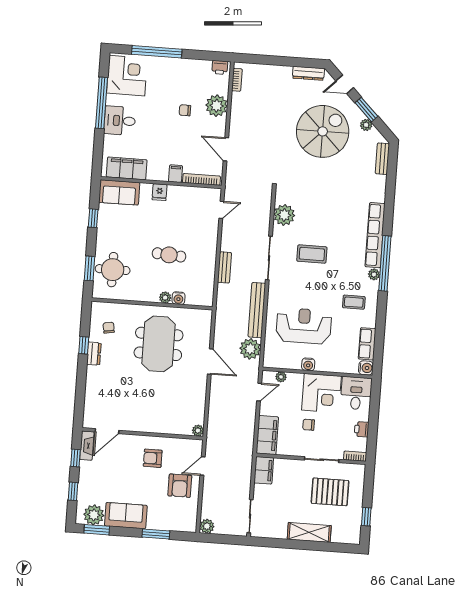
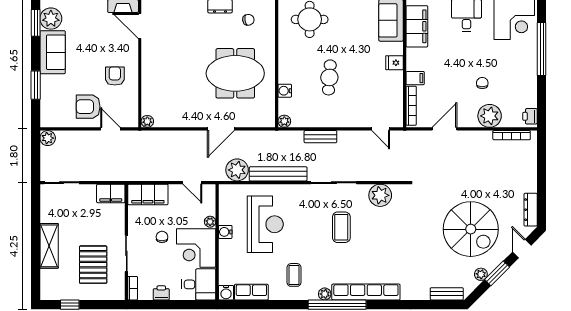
bookcase: (237, 80) -> (512, 135), width x1.56
plant: (165, 298) -> (284, 121), moved
plant: (281, 377) -> (210, 222), moved

